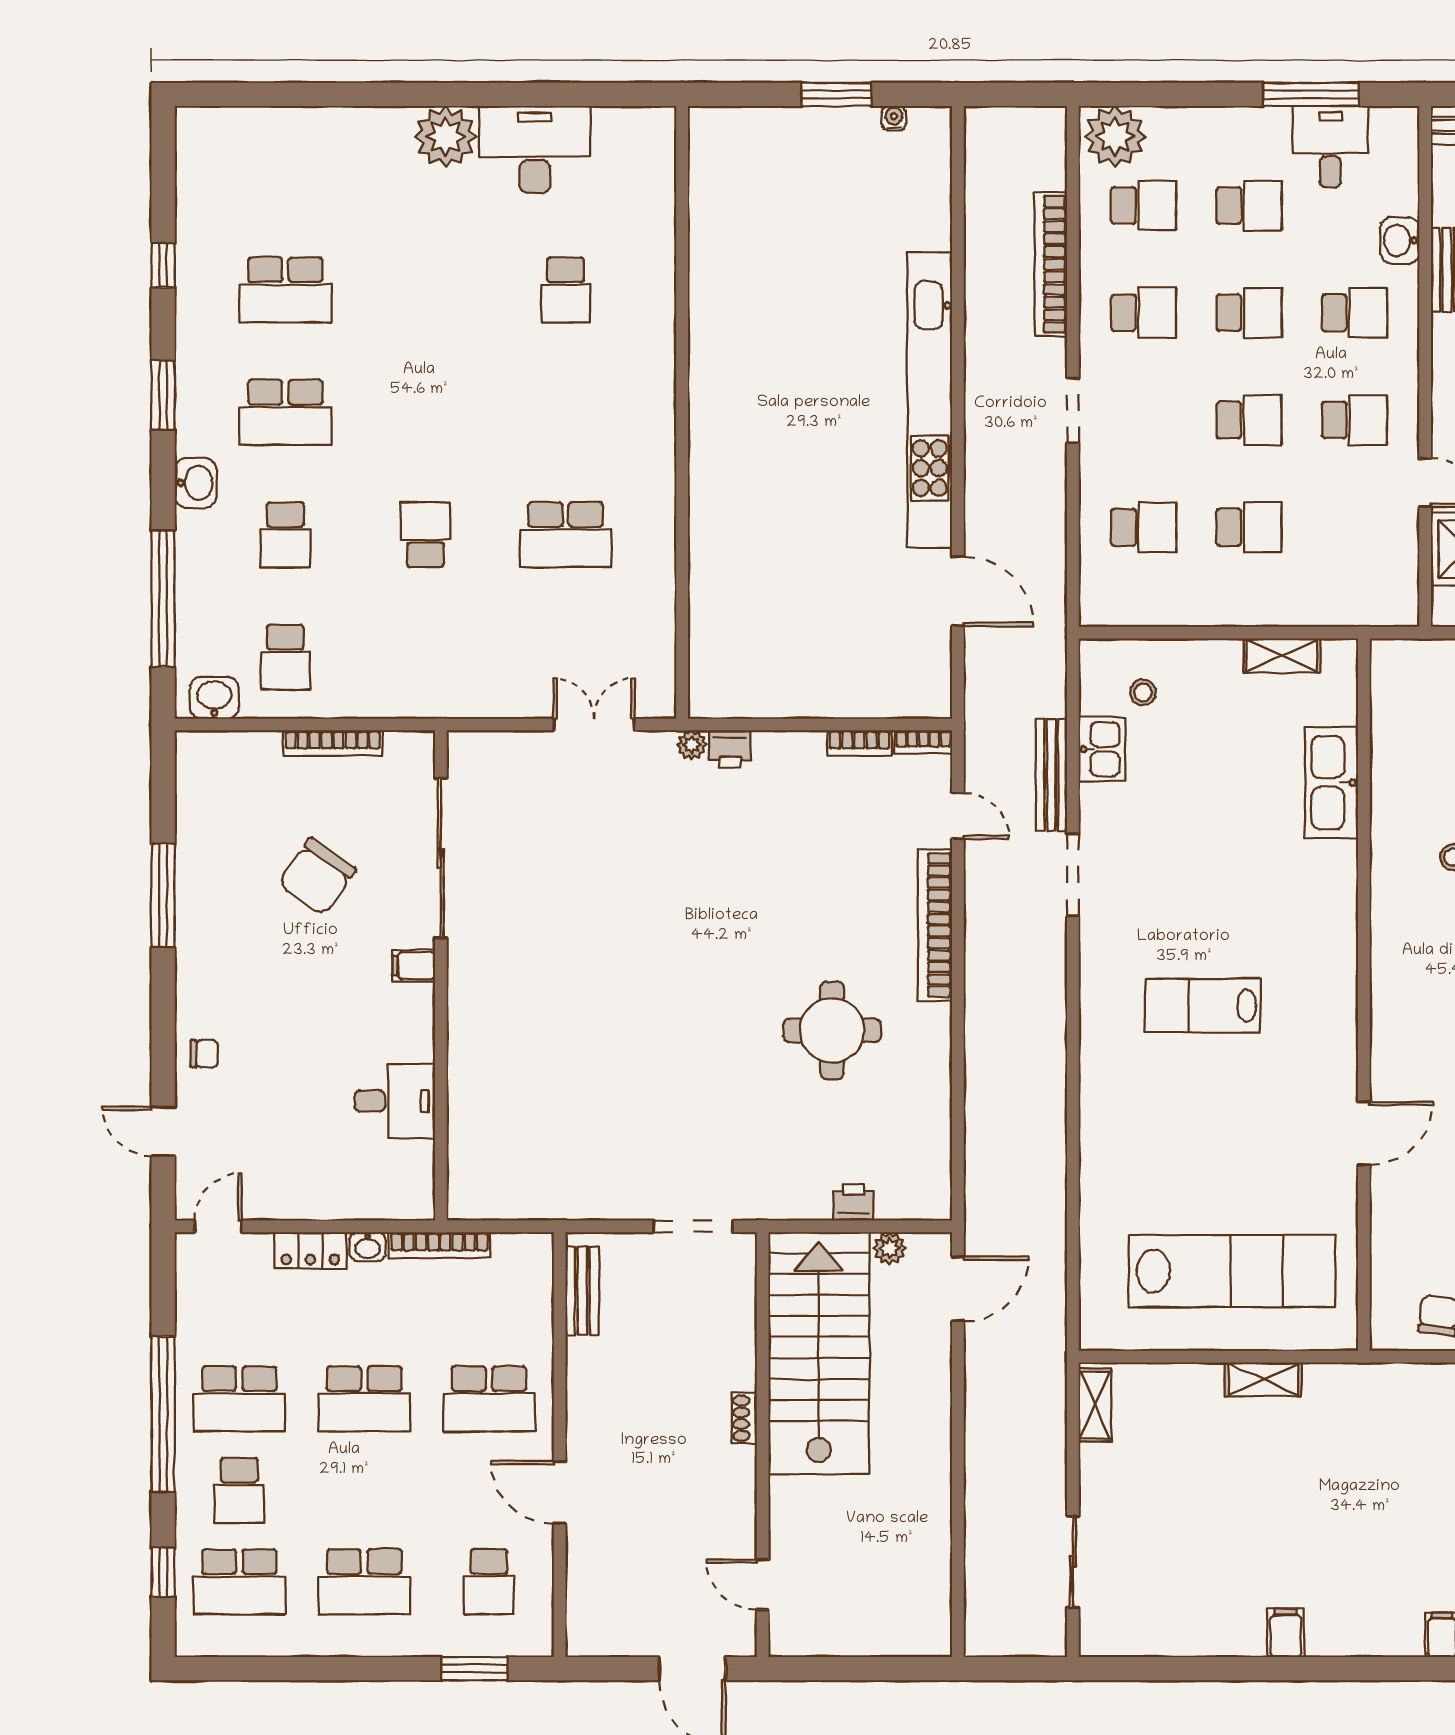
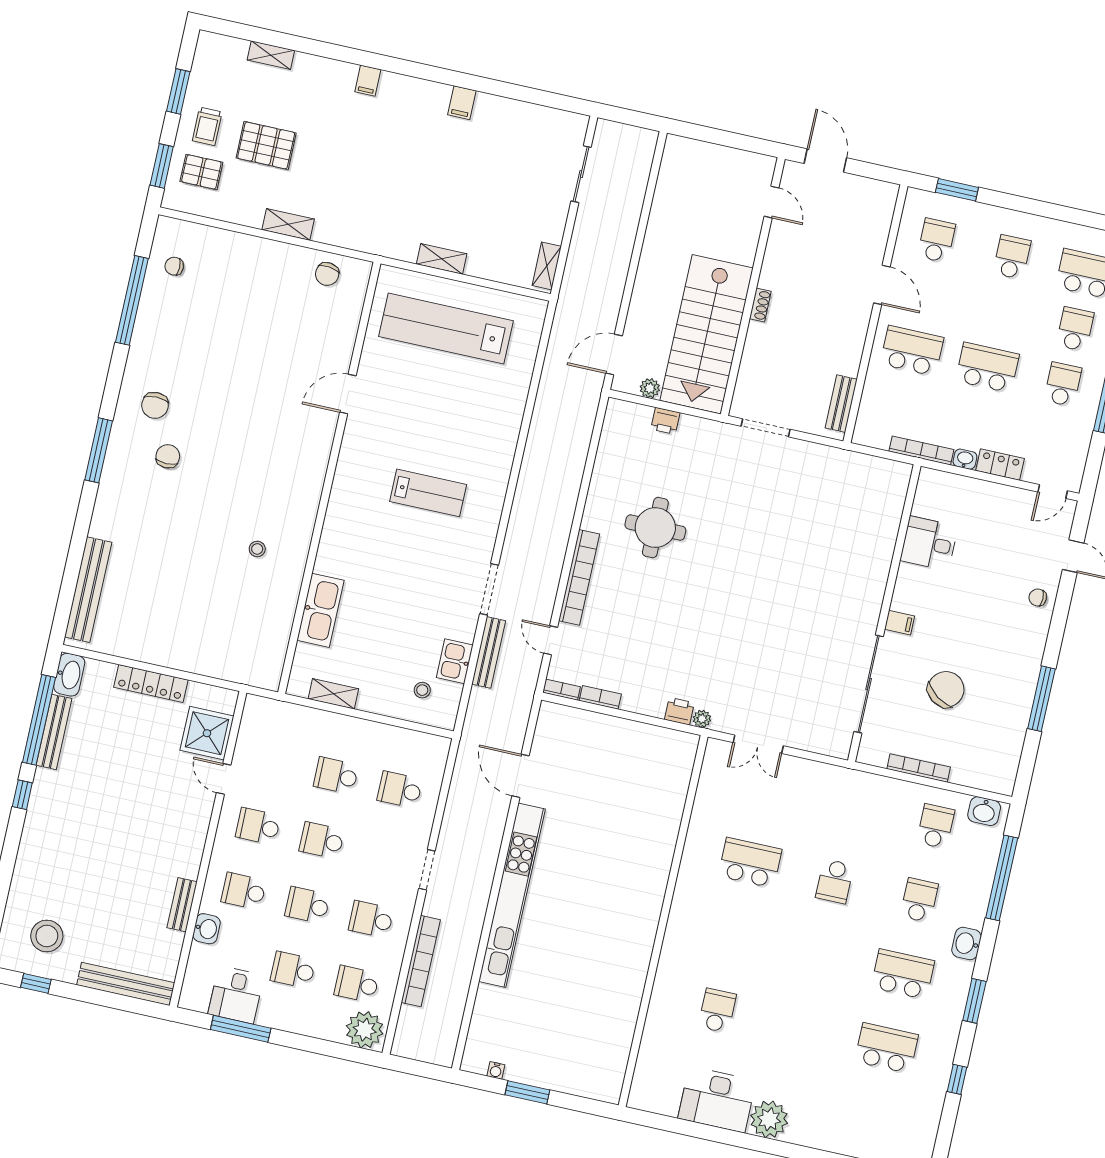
school desk: (239, 1399) -> (1063, 384), width x0.54
school desk: (364, 1582) -> (1012, 257), width x0.54

